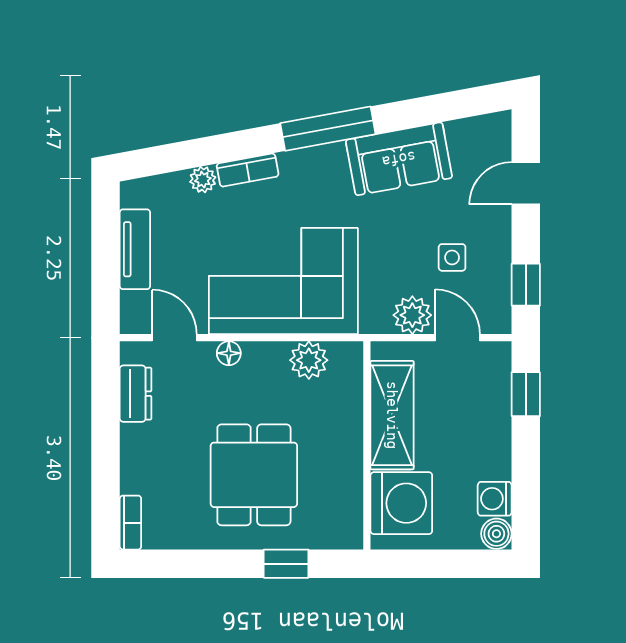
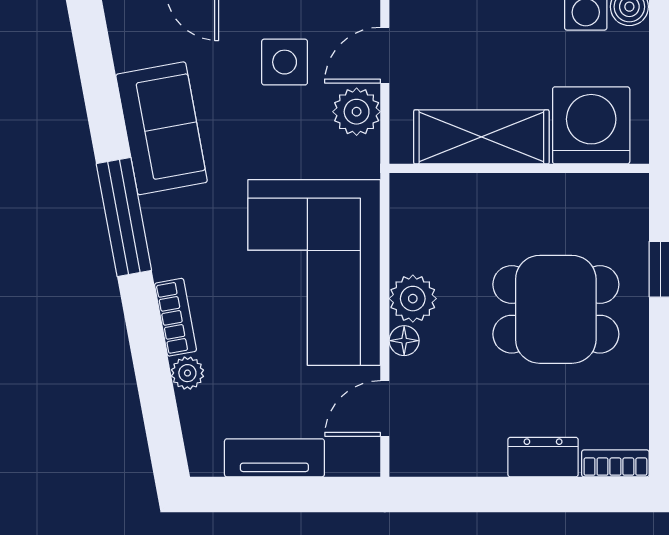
side table: (452, 257) -> (285, 62), width x1.37, depth x1.37
plant: (309, 360) -> (413, 299), moved
dresser: (135, 394) -> (543, 457), moved

